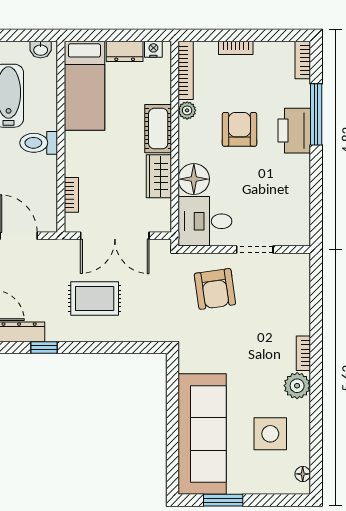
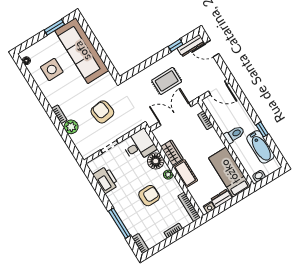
plant: (187, 110) -> (168, 175), moved
armchair: (240, 129) -> (149, 196), turned -91
printer: (294, 131) -> (106, 180), moved
armchair: (215, 289) -> (102, 112), moved
plant: (297, 386) -> (71, 127), moved

